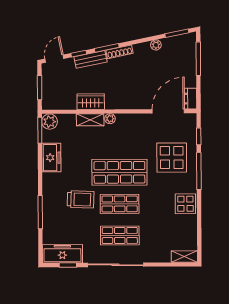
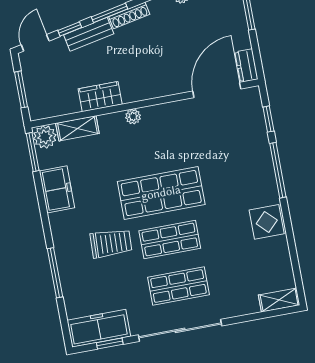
shelving: (90, 120) -> (77, 128), moved
display table: (172, 158) -> (234, 157), removed

